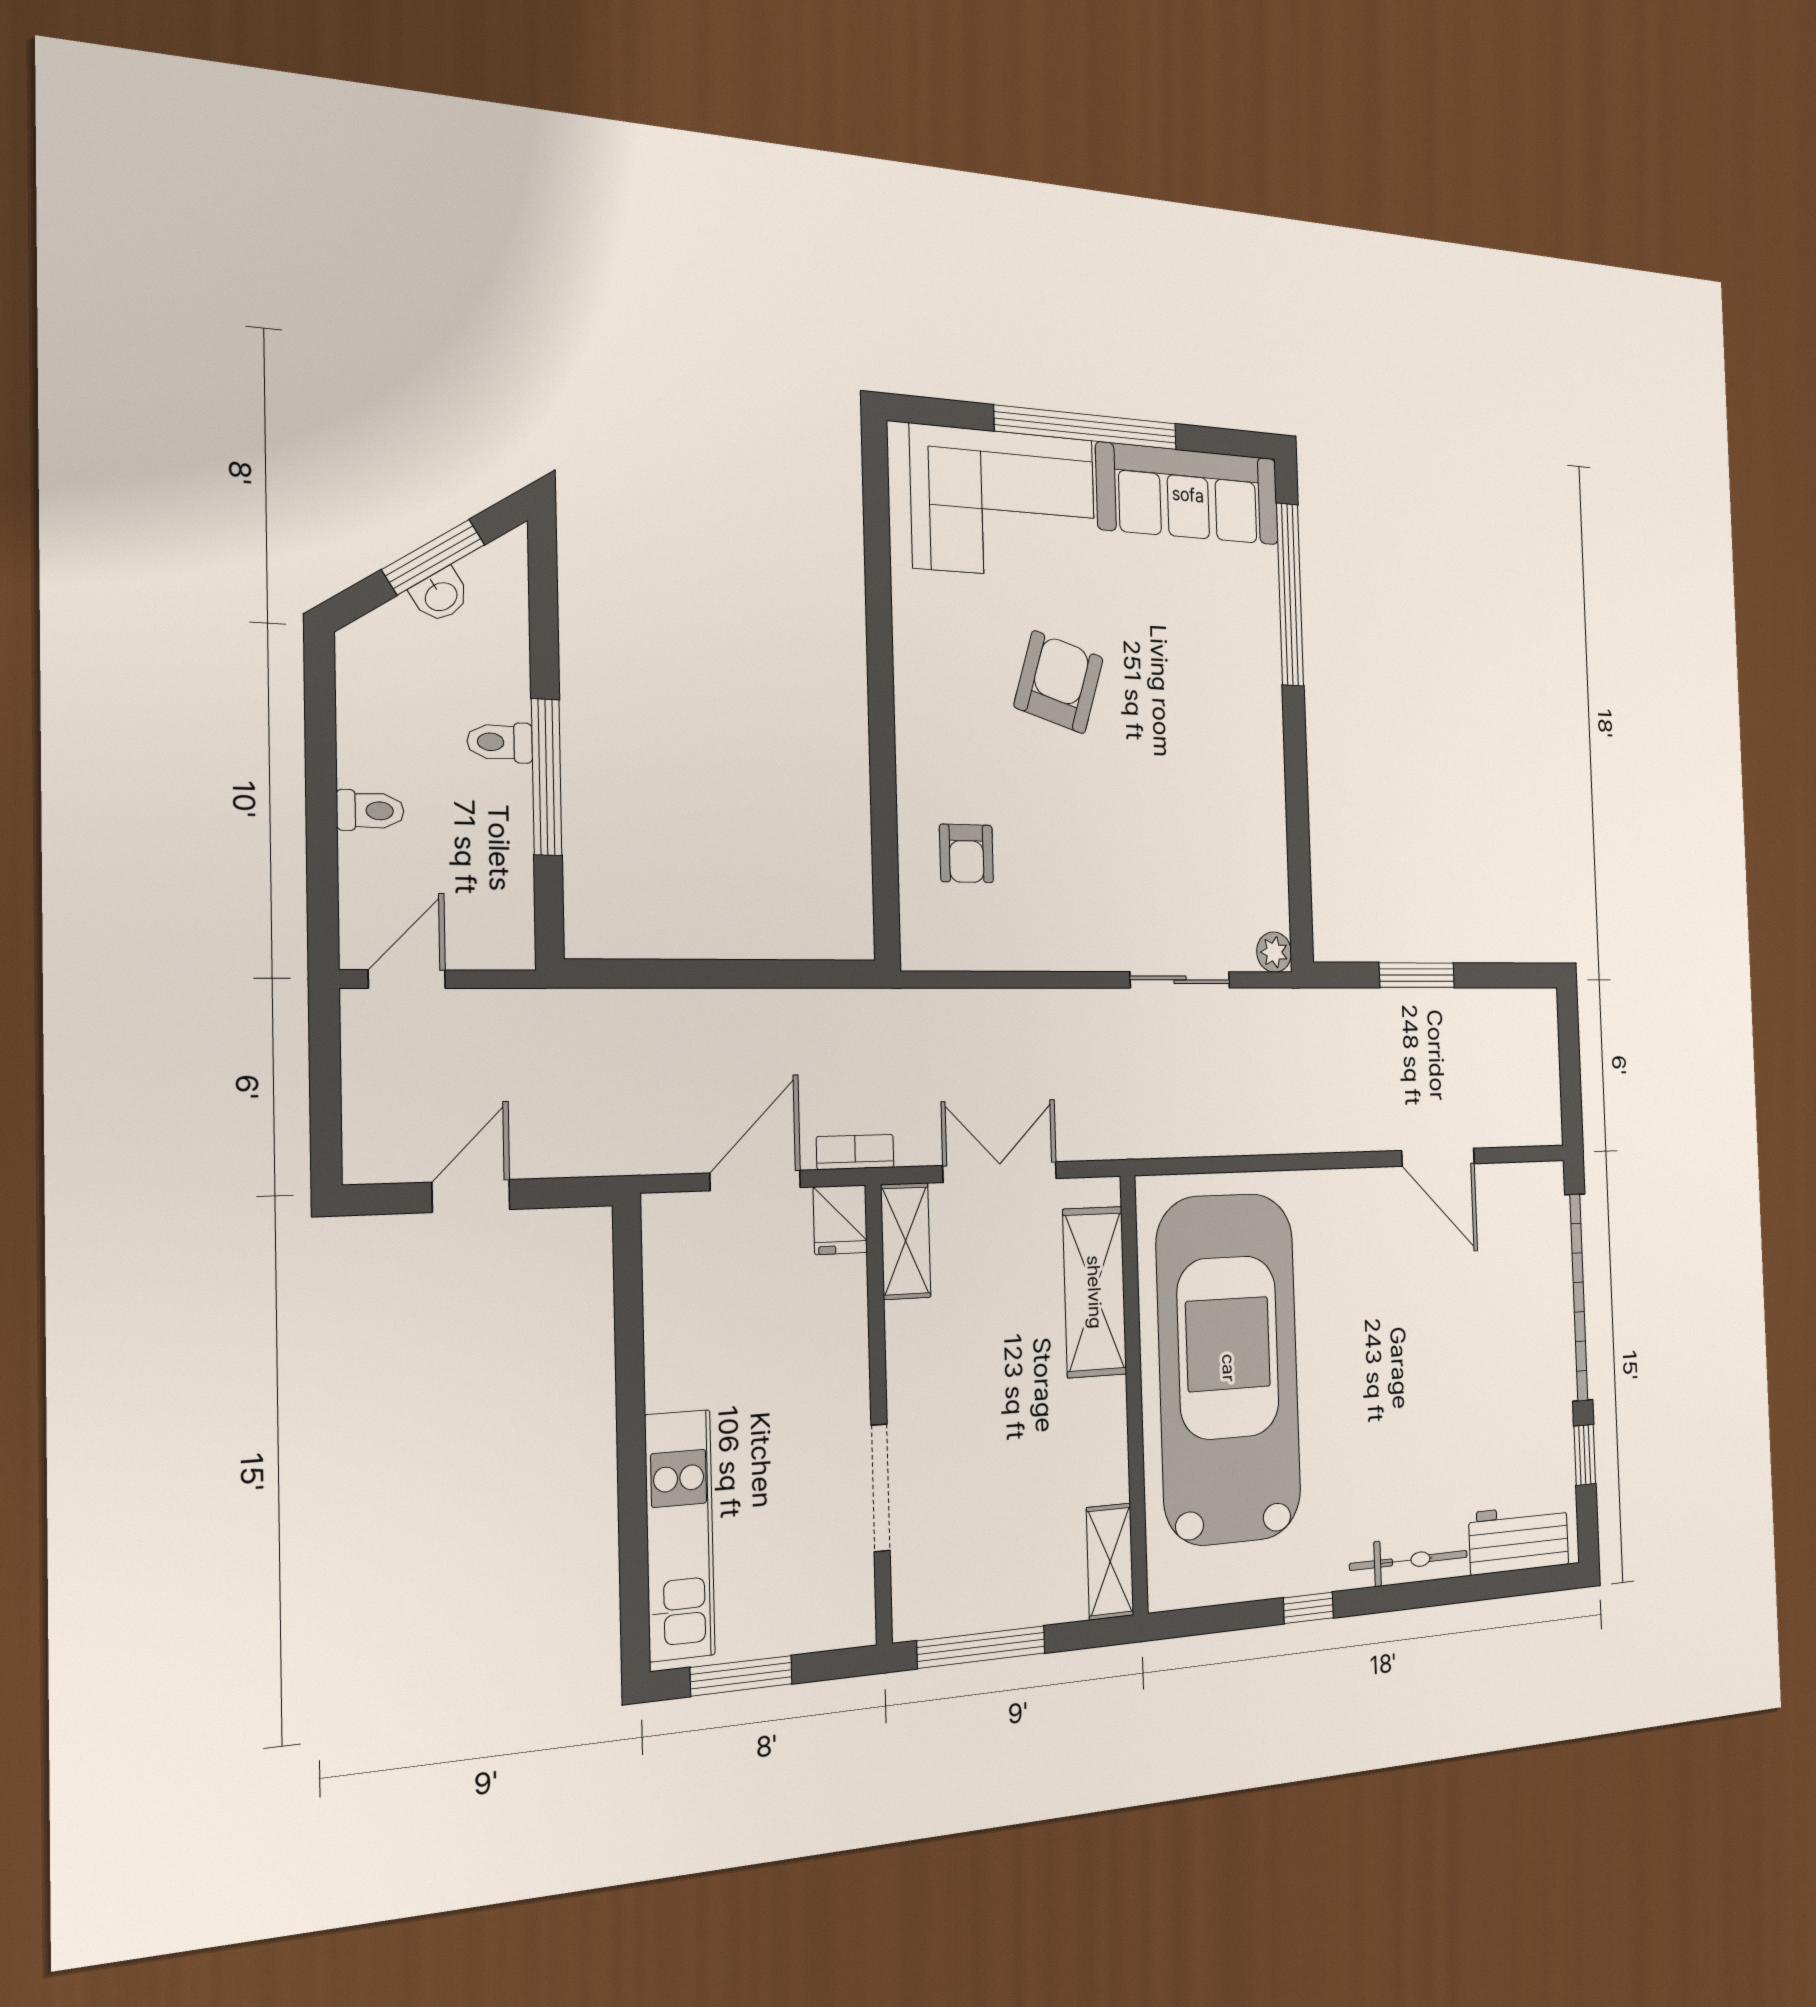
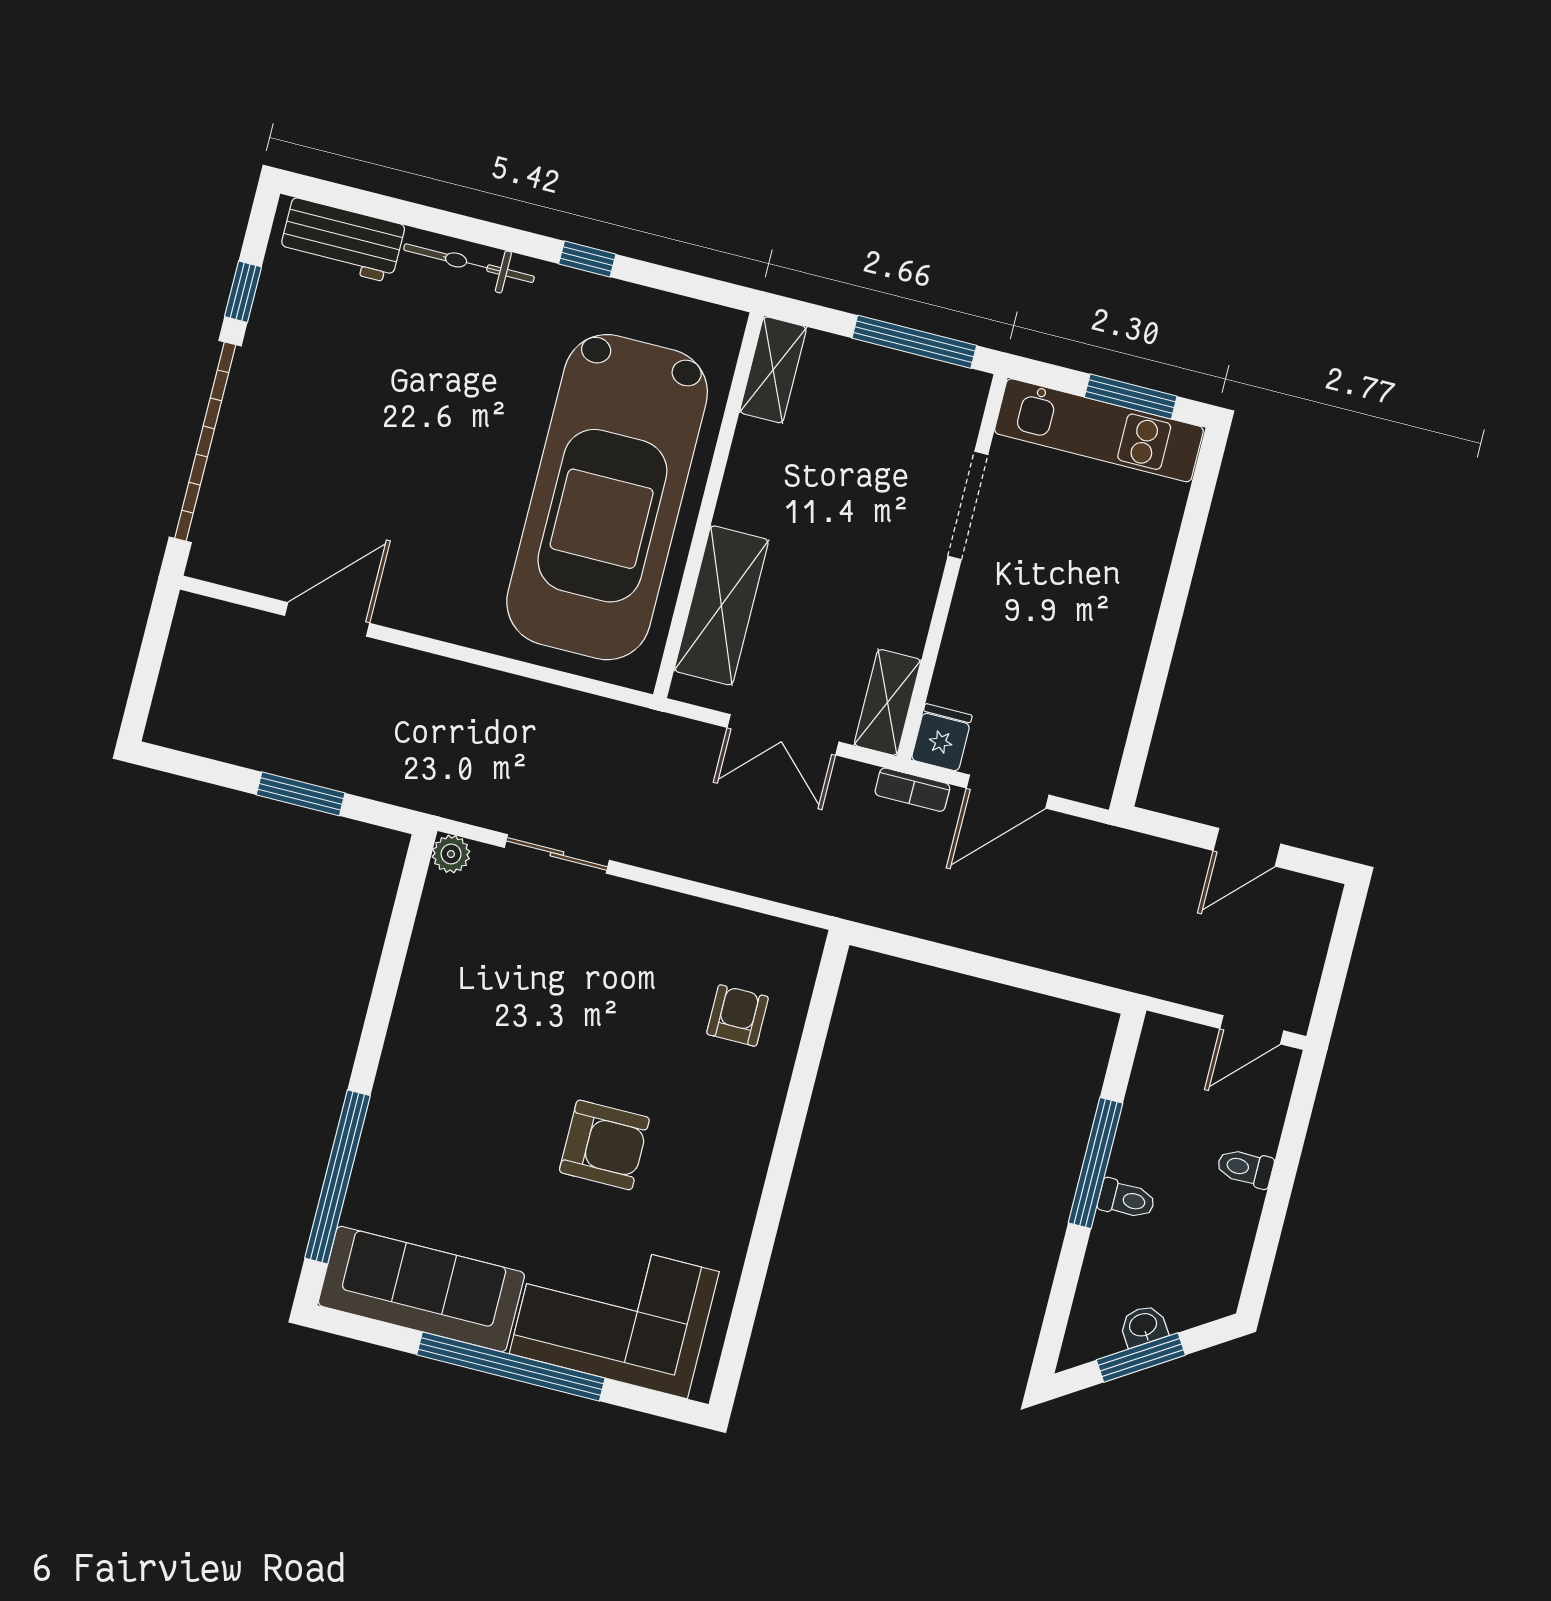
armchair: (1059, 682) -> (604, 1145), turned -107
door: (1438, 1157) -> (327, 619), hinge flipped
kitchen unit: (680, 1535) -> (1099, 430), moved, turned -90

